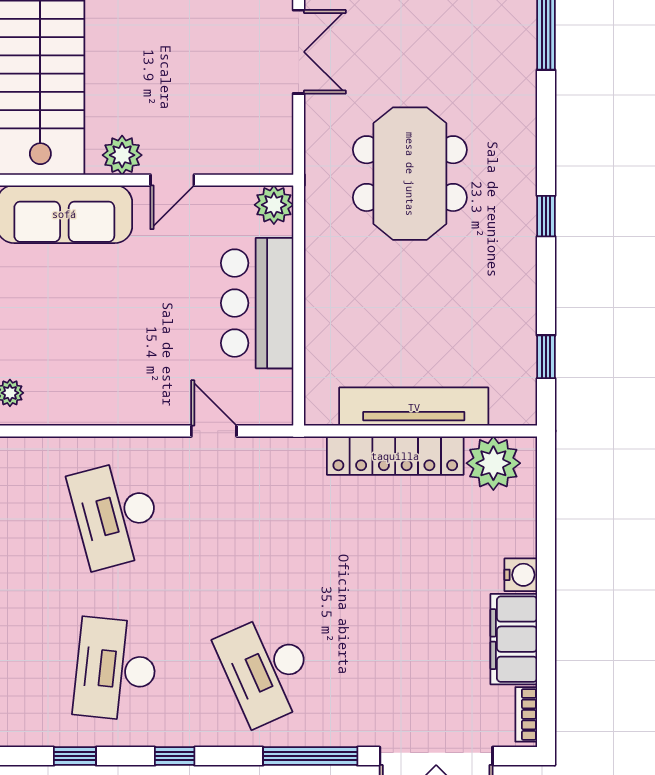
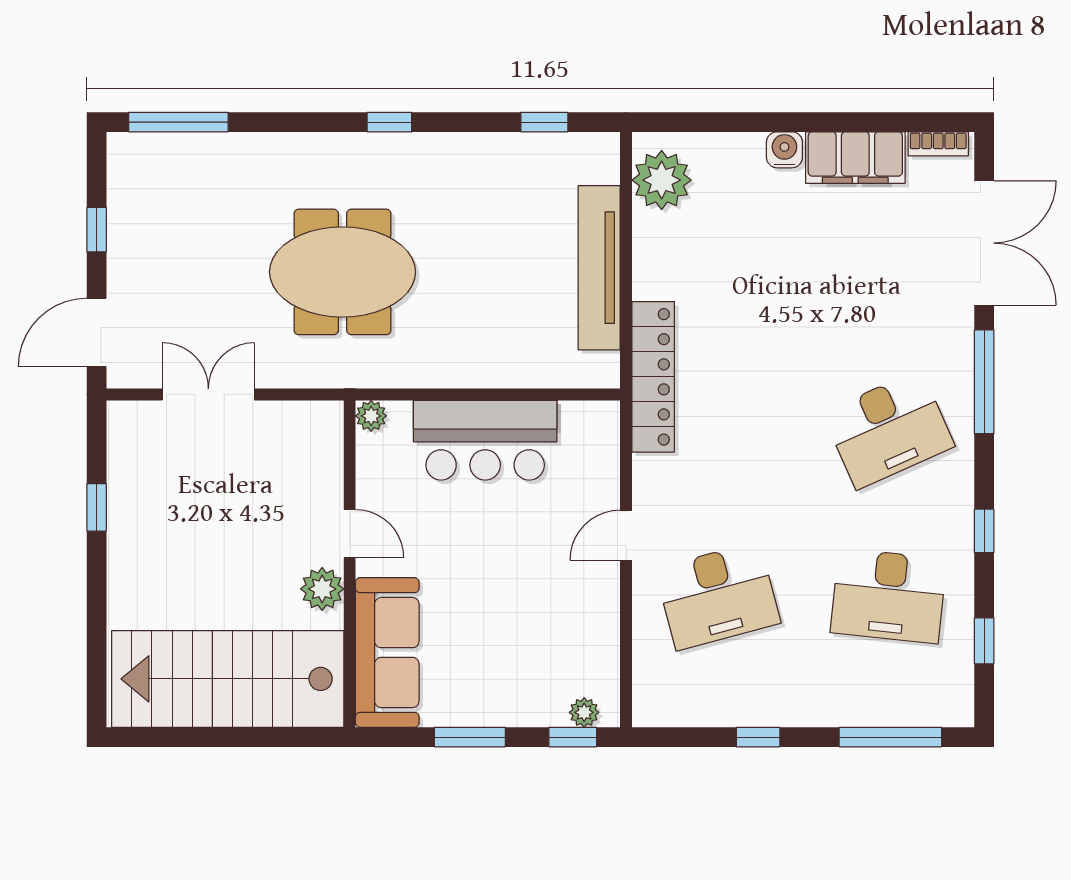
plant: (274, 205) -> (371, 416), width x0.73, depth x0.73
door: (214, 431) -> (626, 535), moved
locker: (395, 456) -> (653, 377), moved

